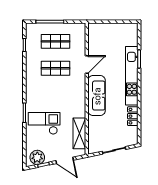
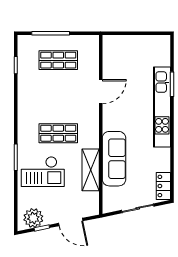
shop shelf: (56, 68) -> (58, 133), moved
sofa: (97, 96) -> (114, 159), moved
locker: (133, 116) -> (163, 186), moved
checkout: (44, 123) -> (43, 172), turned 180
shelving: (79, 133) -> (91, 170), moved

